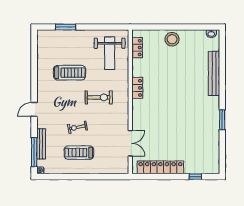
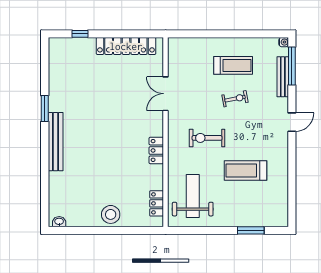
bench: (214, 73) -> (56, 142), moved
double door: (130, 143) -> (166, 94), moved

